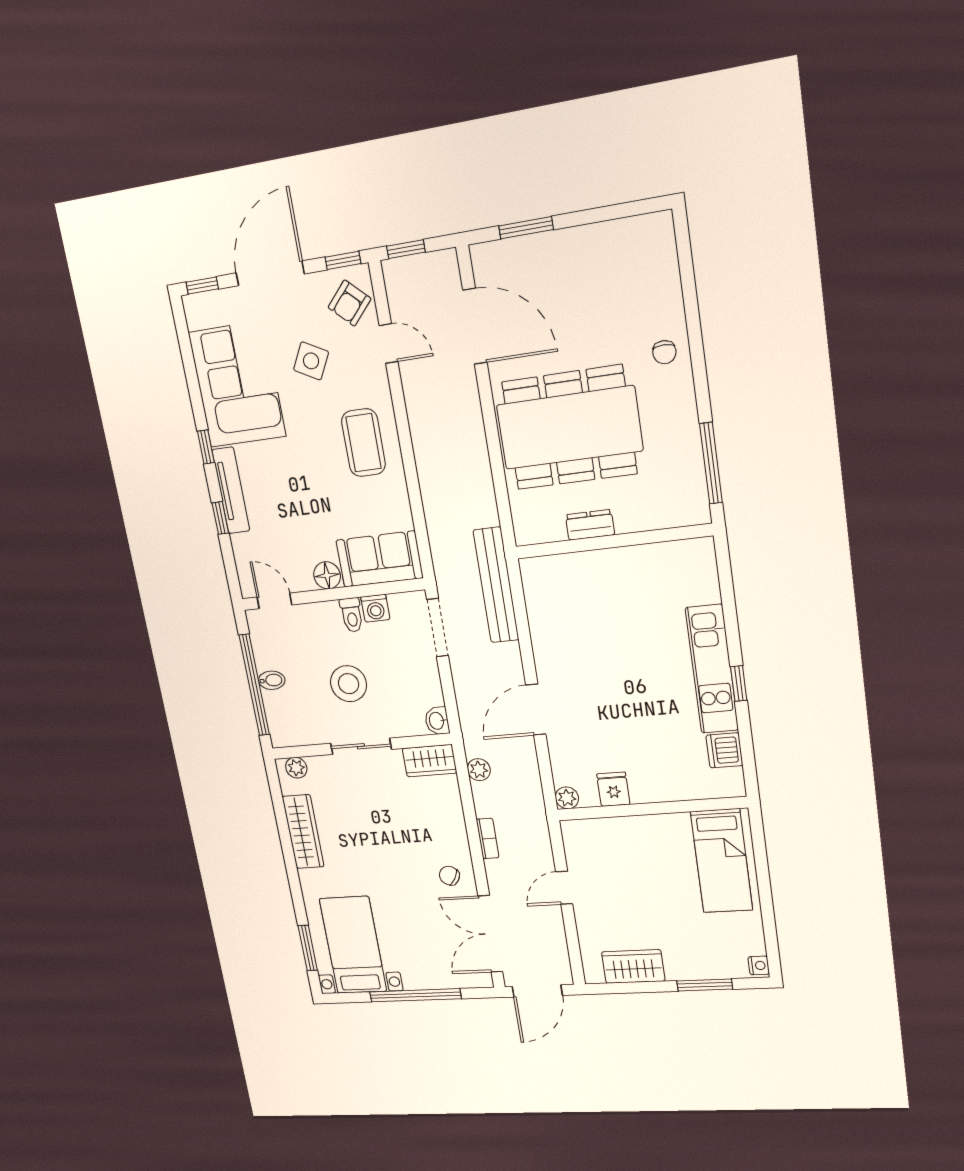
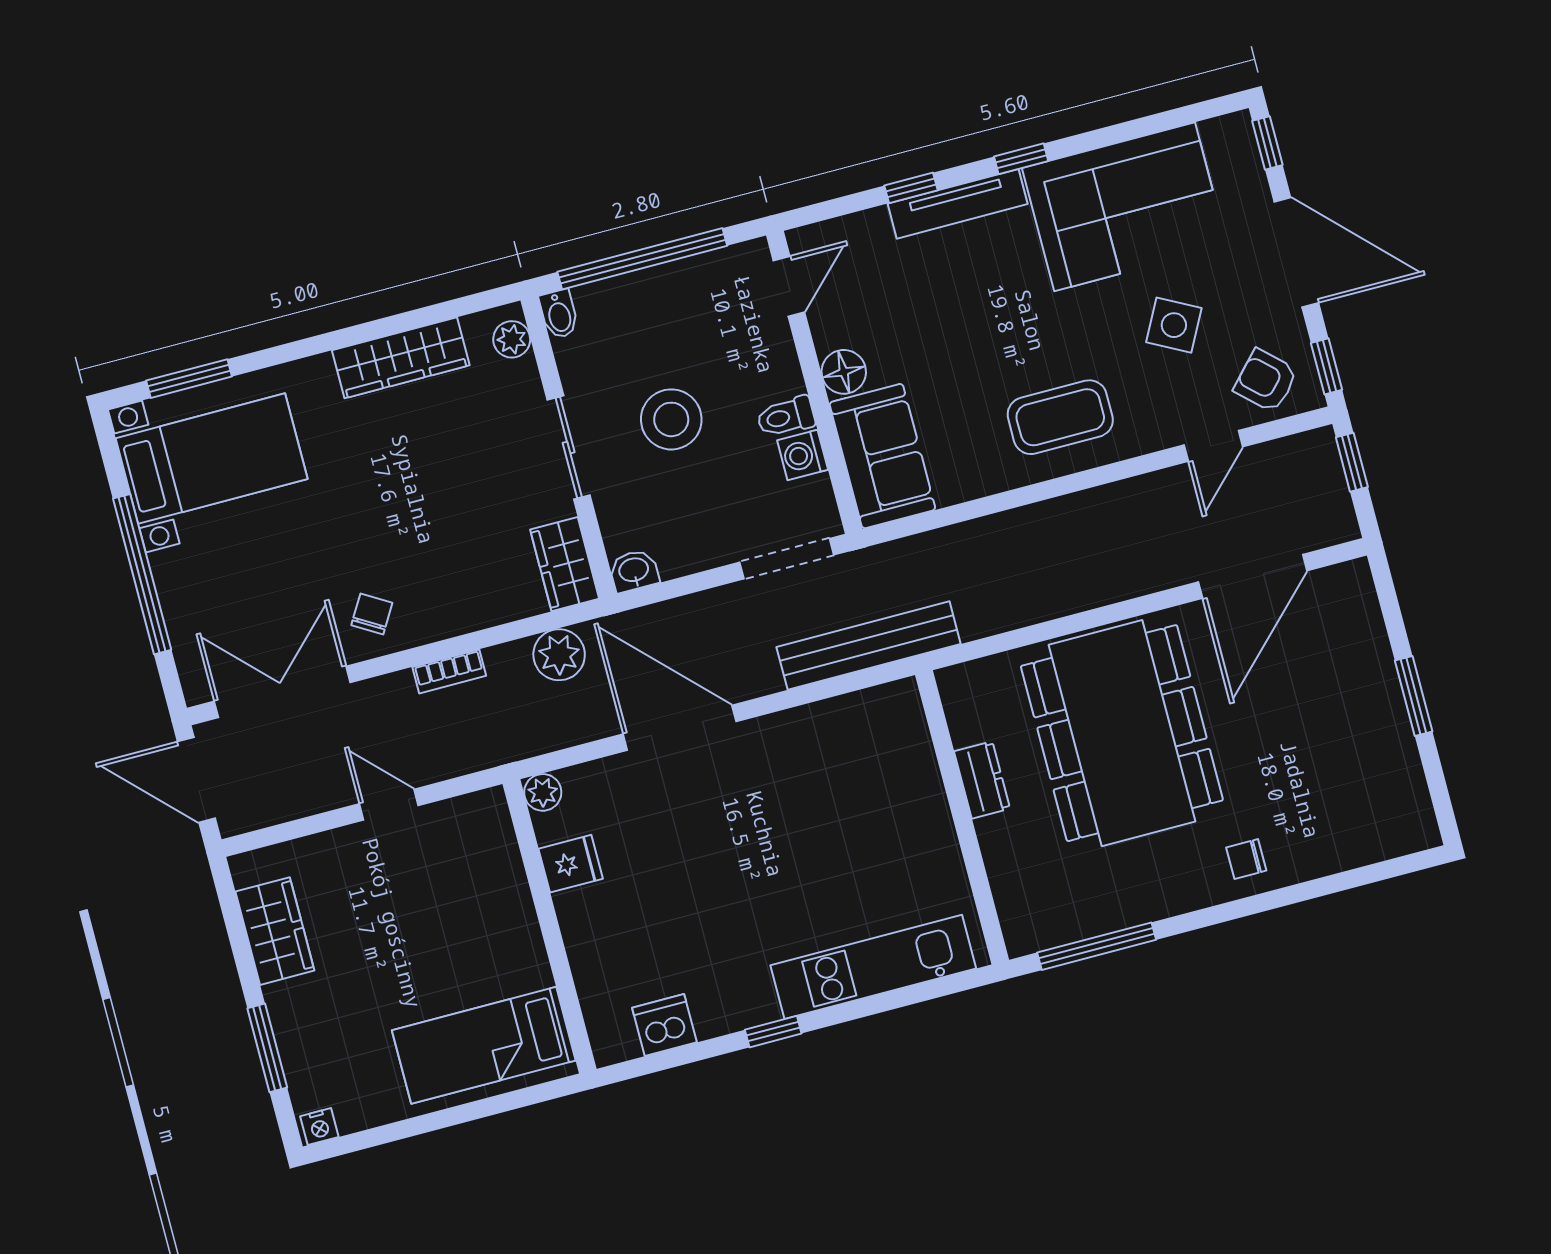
window: (526, 228) -> (1414, 696), moved
kitchen unit: (712, 669) -> (873, 967), moved
bidet: (272, 680) -> (559, 314), moved
door: (536, 710) -> (680, 728), width x1.36
plant: (479, 770) -> (559, 655), width x1.38, depth x1.38

